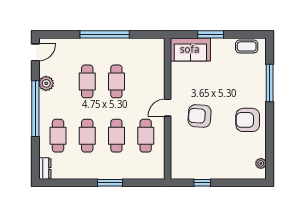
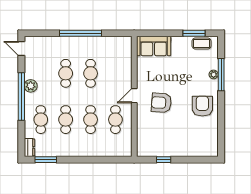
window: (211, 34) -> (194, 33), moved
door: (35, 52) -> (21, 48), swing flipped
plant: (46, 83) -> (31, 86), moved
armchair: (248, 120) -> (202, 106), turned 90
plant: (261, 163) -> (214, 74), moved
window: (110, 183) -> (46, 160), moved

